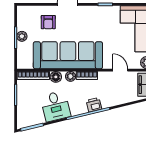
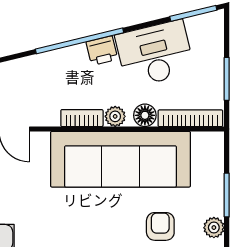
plant: (22, 36) -> (214, 228), moved
printer: (94, 105) -> (102, 51), moved
desk: (56, 106) -> (155, 54), width x1.37

